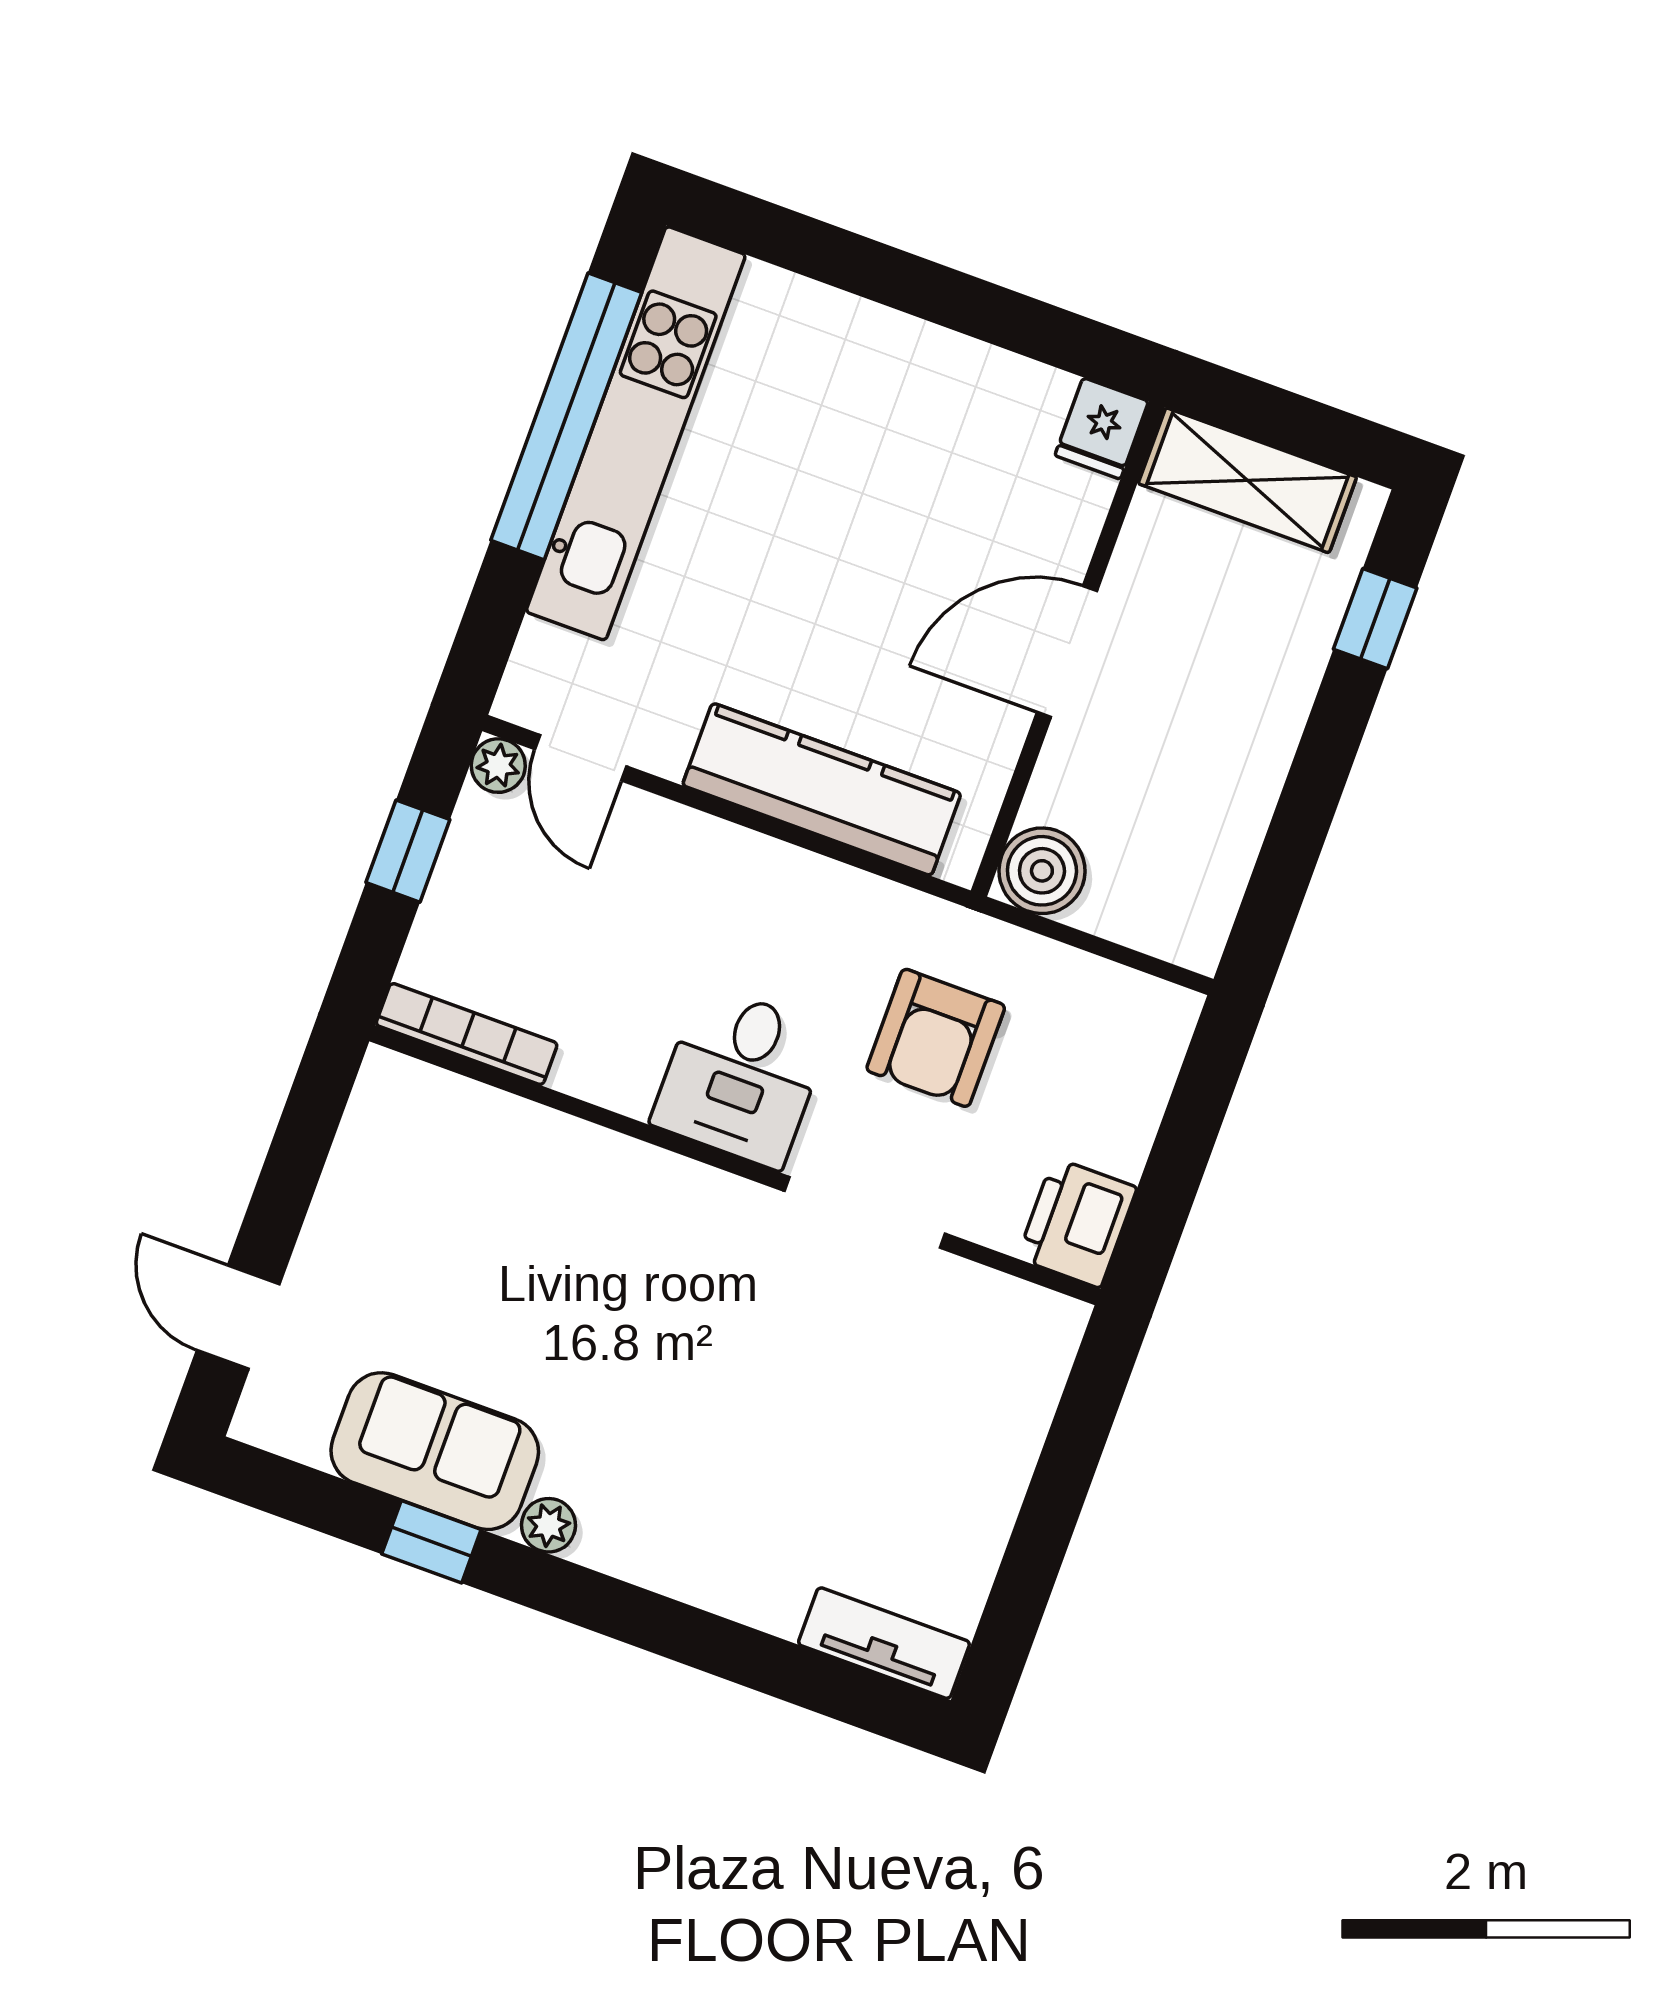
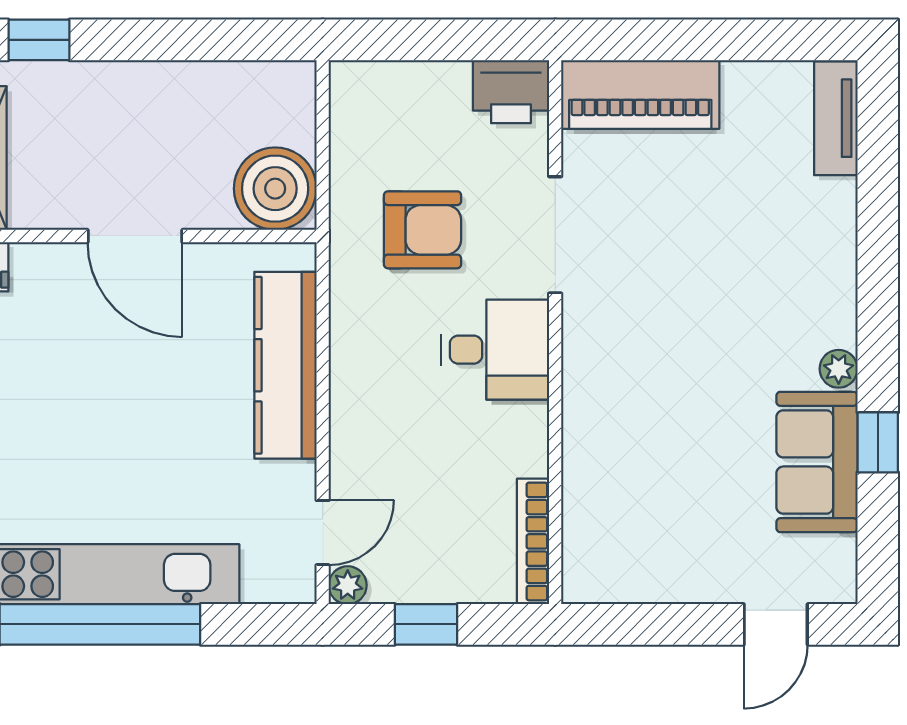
boiler: (1042, 871) -> (275, 189), width x1.37, depth x1.37
piano: (1011, 1394) -> (640, 94), added

